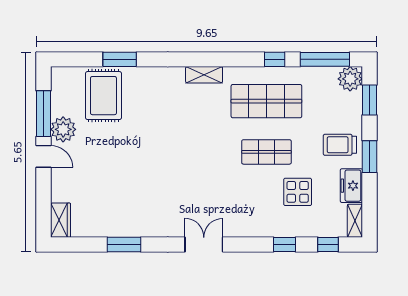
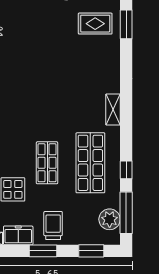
window: (120, 59) -> (126, 24), moved
plant: (350, 79) -> (110, 219), moved
rug: (103, 96) -> (95, 24), width x0.73, depth x0.70

